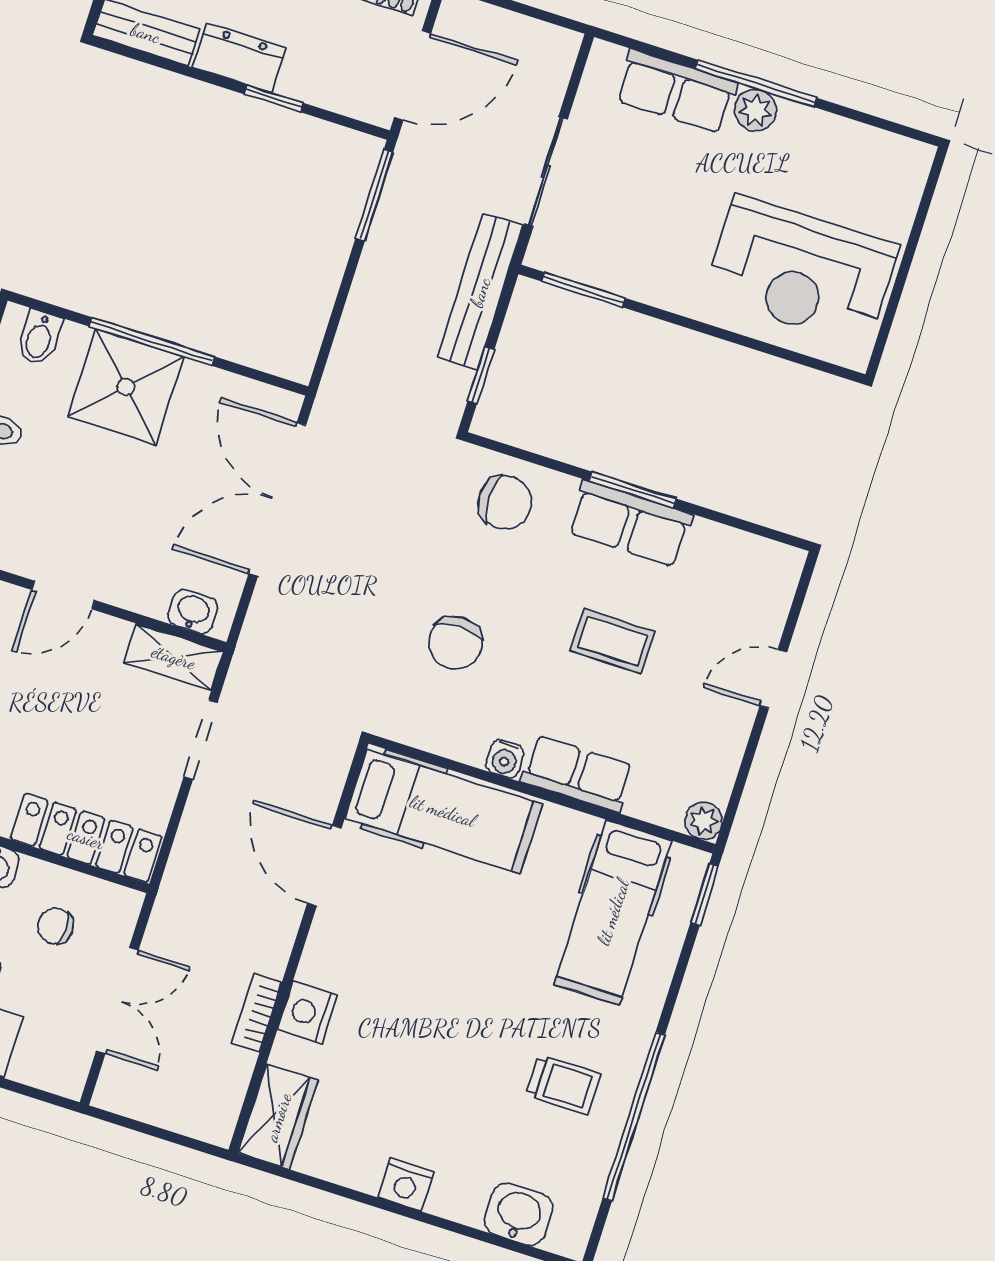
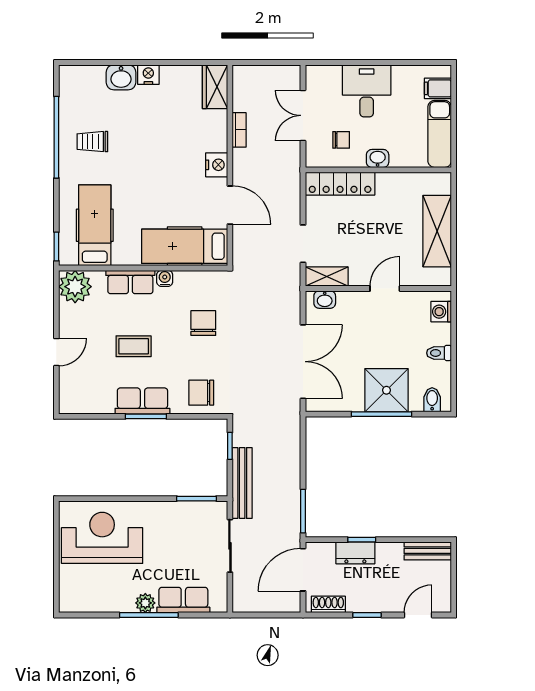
dresser: (239, 58) -> (355, 553), moved
plant: (703, 821) -> (75, 287), width x1.88, depth x1.88
nightstand: (307, 1012) -> (217, 165), moved
washbasin: (519, 1214) -> (121, 77), moved

